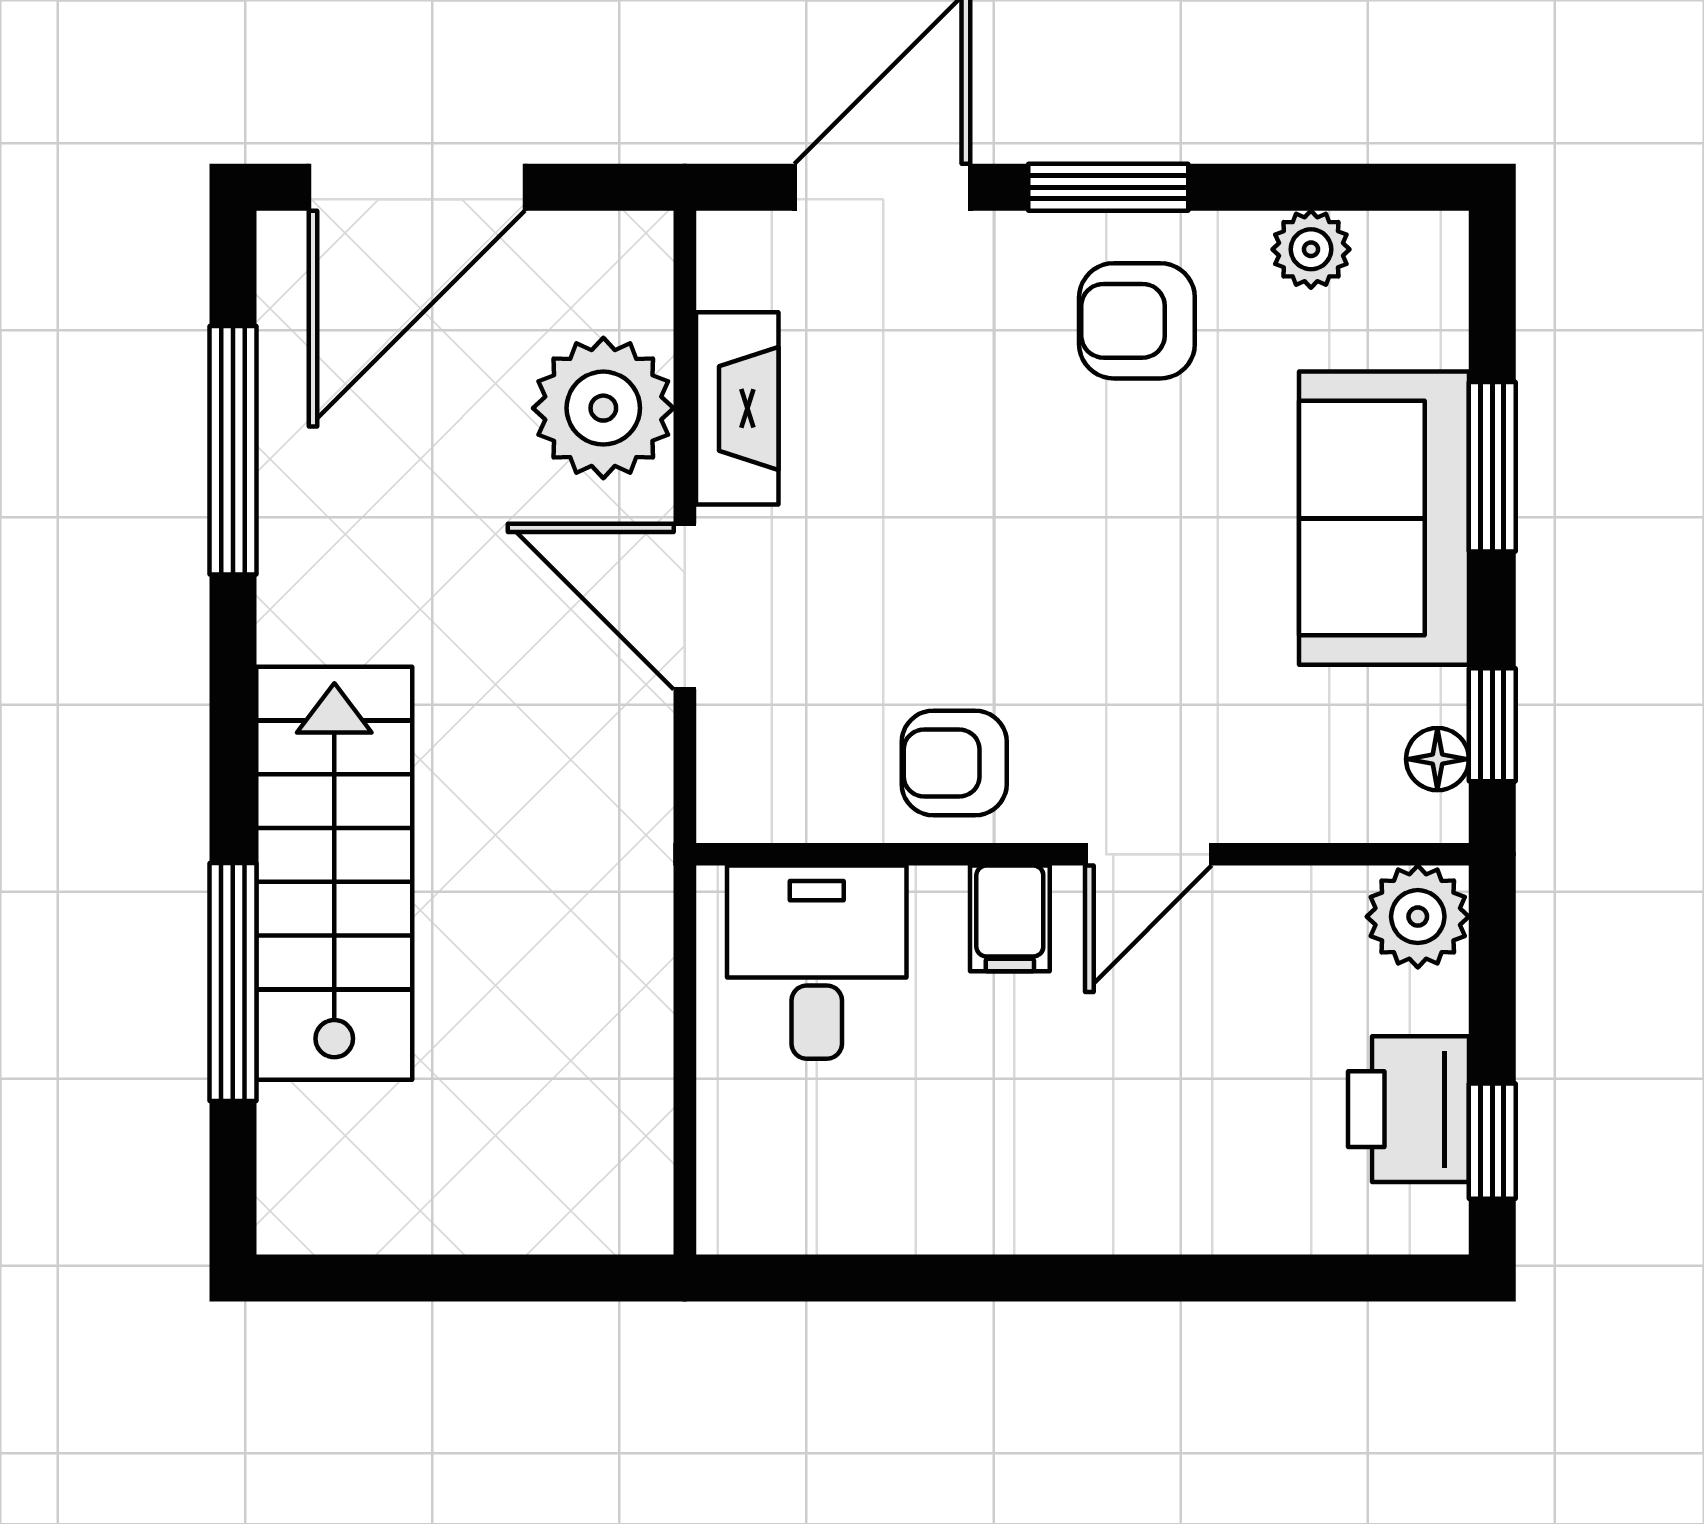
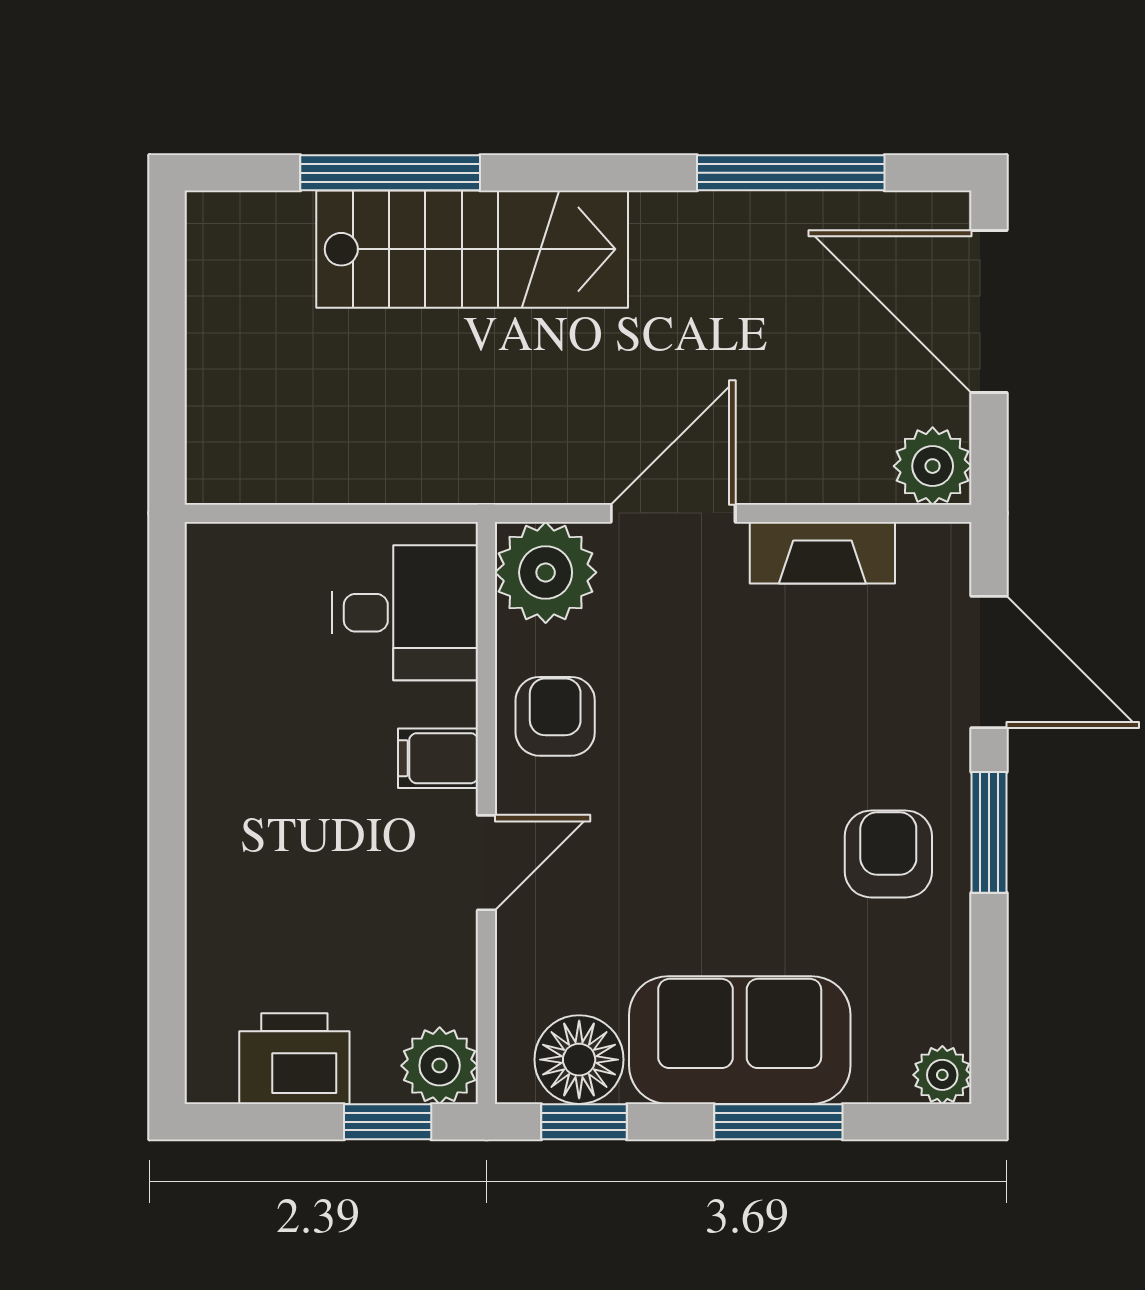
plant: (1311, 249) -> (942, 1075), moved
plant: (603, 408) -> (933, 466), moved, width x0.73, depth x0.73
floor lamp: (1437, 759) -> (579, 1060), width x1.89, depth x1.89
plant: (763, 776) -> (546, 572), added
door: (1148, 854) -> (486, 863), swing flipped
window: (1492, 1141) -> (388, 1122), moved

